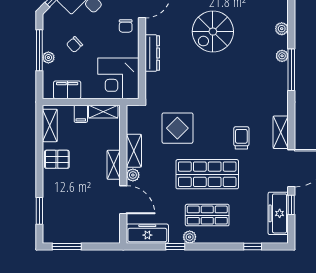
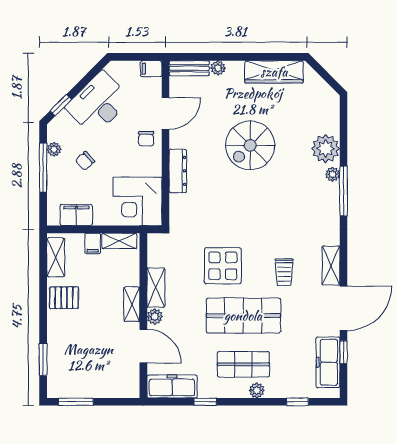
plant: (282, 29) -> (326, 149), width x1.88, depth x1.88
plant: (48, 57) -> (54, 149), moved
display table: (177, 128) -> (223, 266), moved
trolley: (241, 138) -> (284, 272), turned 180
plant: (190, 237) -> (257, 390), moved

